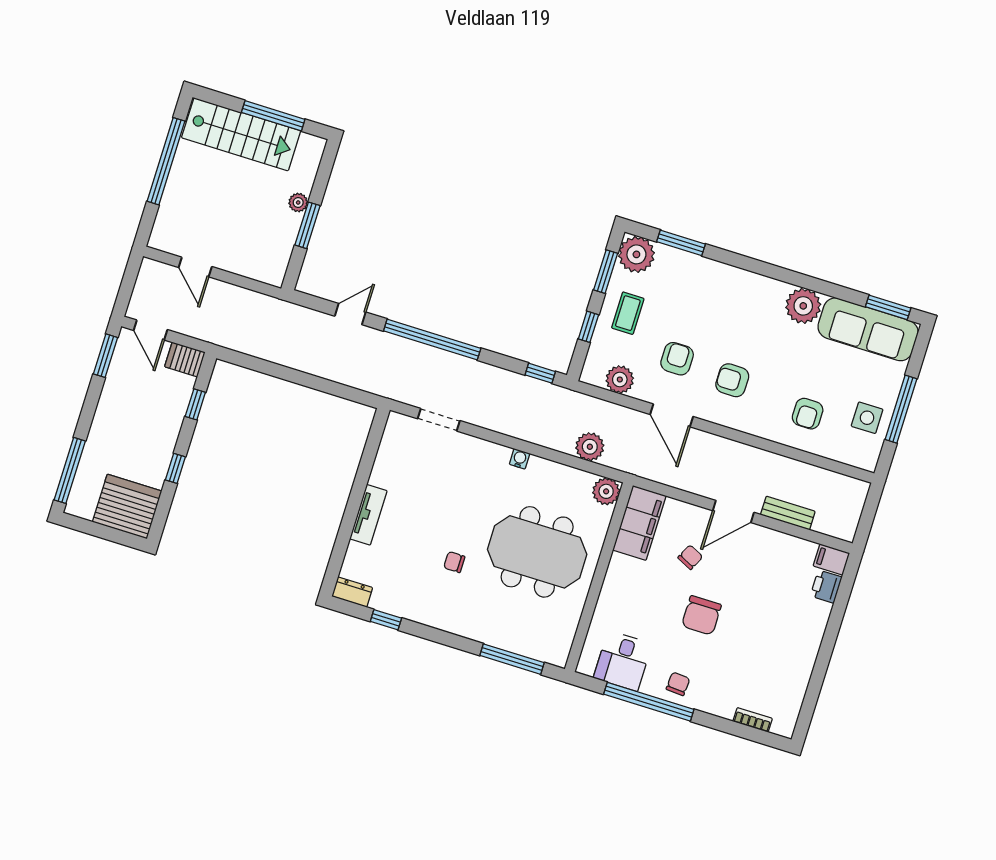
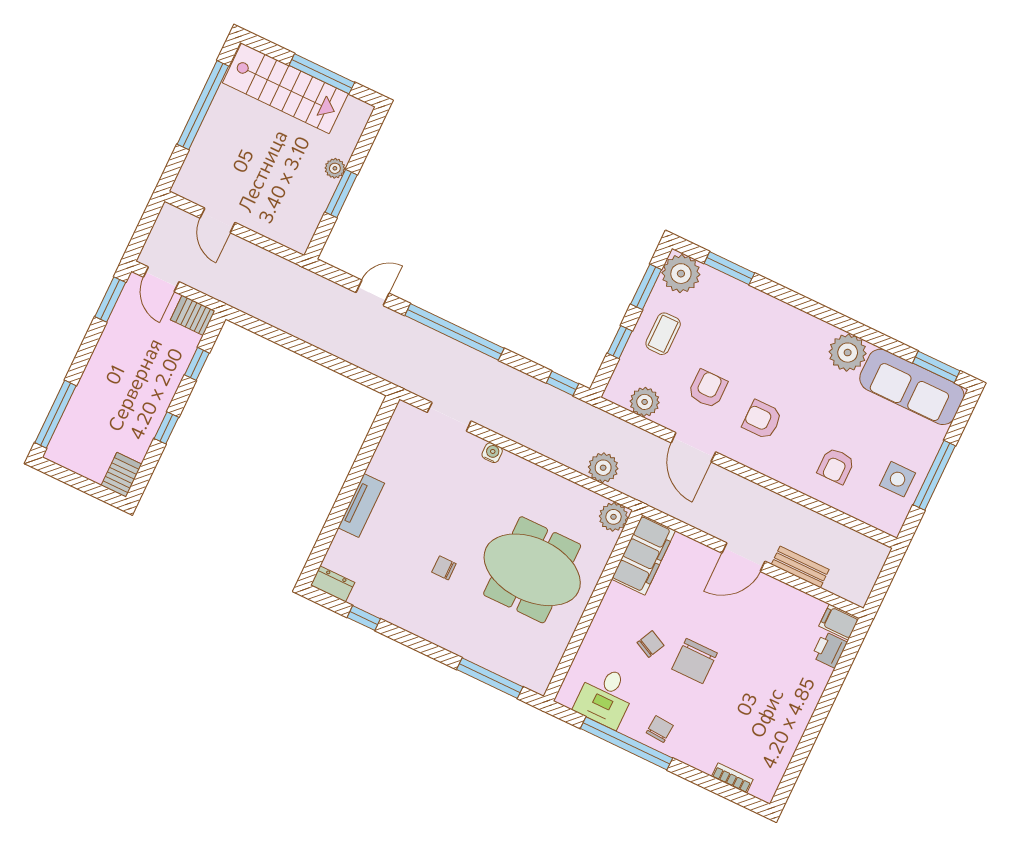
water cooler: (520, 459) -> (492, 453), moved
server rack: (127, 507) -> (121, 475), width x0.46, depth x0.70
chair: (690, 557) -> (650, 644), moved

